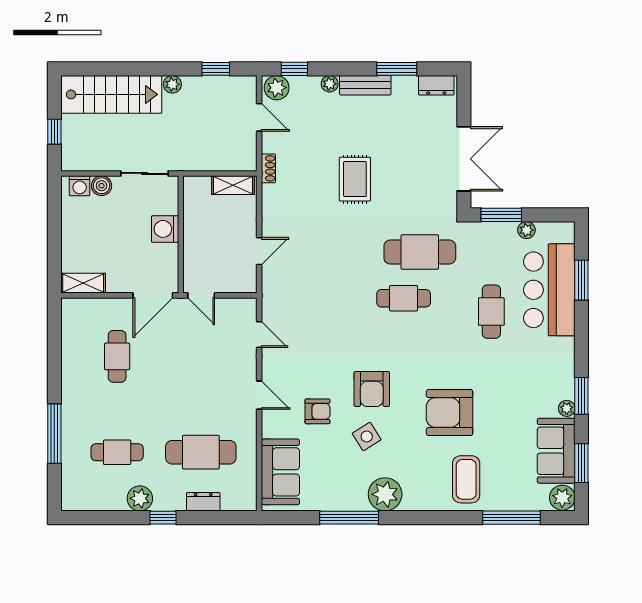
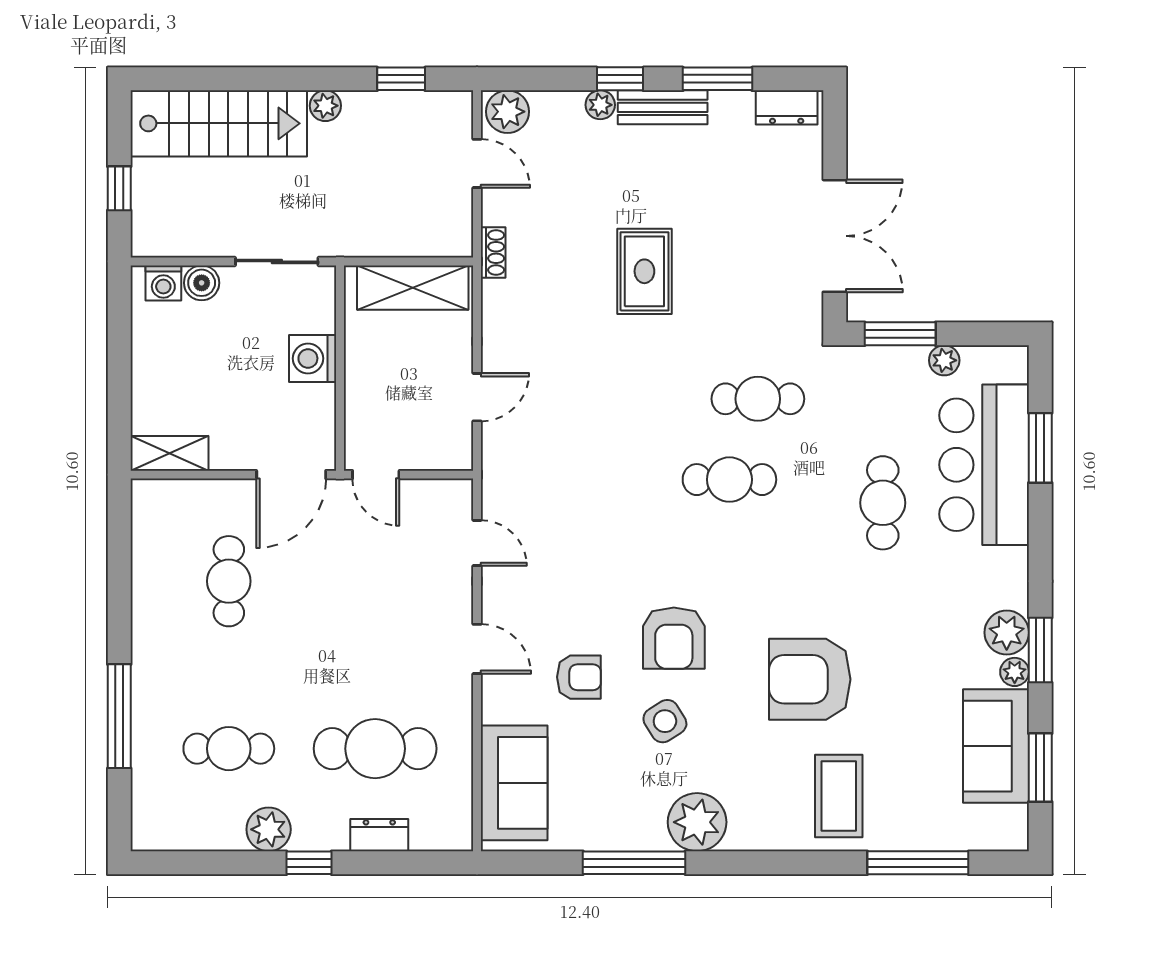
window: (294, 69) -> (620, 79), moved
shelving: (233, 185) -> (413, 288), width x1.50, depth x1.33
cafe table: (420, 252) -> (758, 399), width x0.73, depth x0.74
plant: (562, 498) -> (1007, 633), moved

